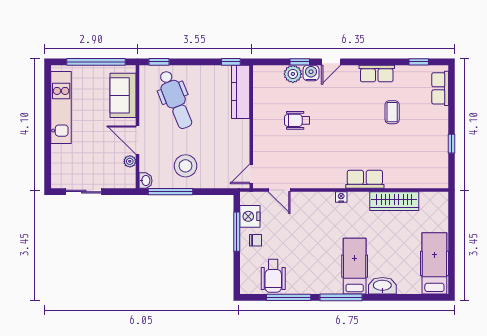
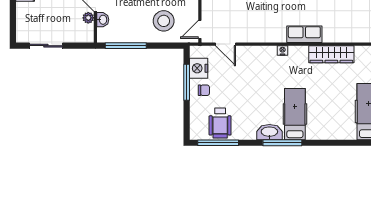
stool: (186, 166) -> (164, 21), moved
washbasin: (145, 181) -> (103, 20), moved
washbasin: (382, 286) -> (269, 132), moved
window: (289, 297) -> (218, 143), moved

